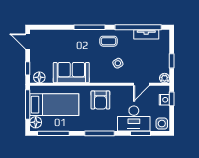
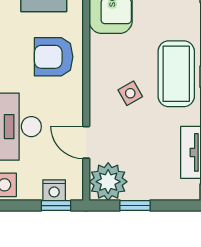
coffee table: (109, 41) -> (176, 74), width x1.86, depth x1.72
plant: (165, 78) -> (108, 182), width x1.88, depth x1.88

